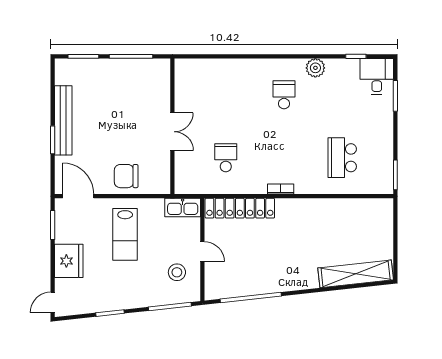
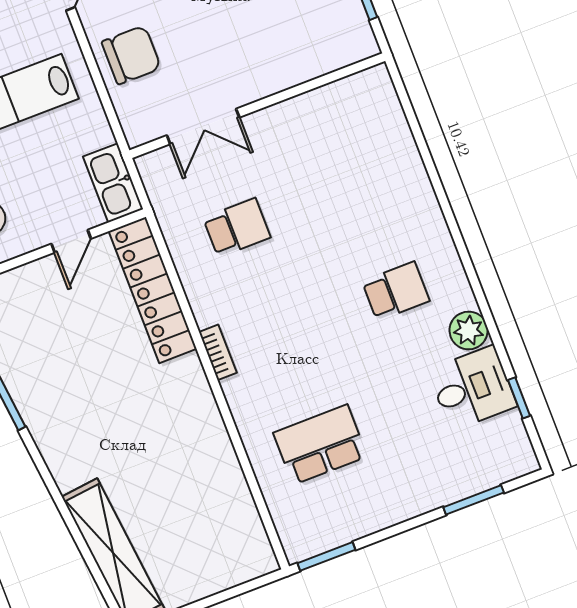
desk: (377, 76) -> (472, 388), moved
double door: (172, 132) -> (203, 126), moved
chair: (126, 176) -> (131, 55), turned 90
door: (202, 252) -> (71, 241), moved

